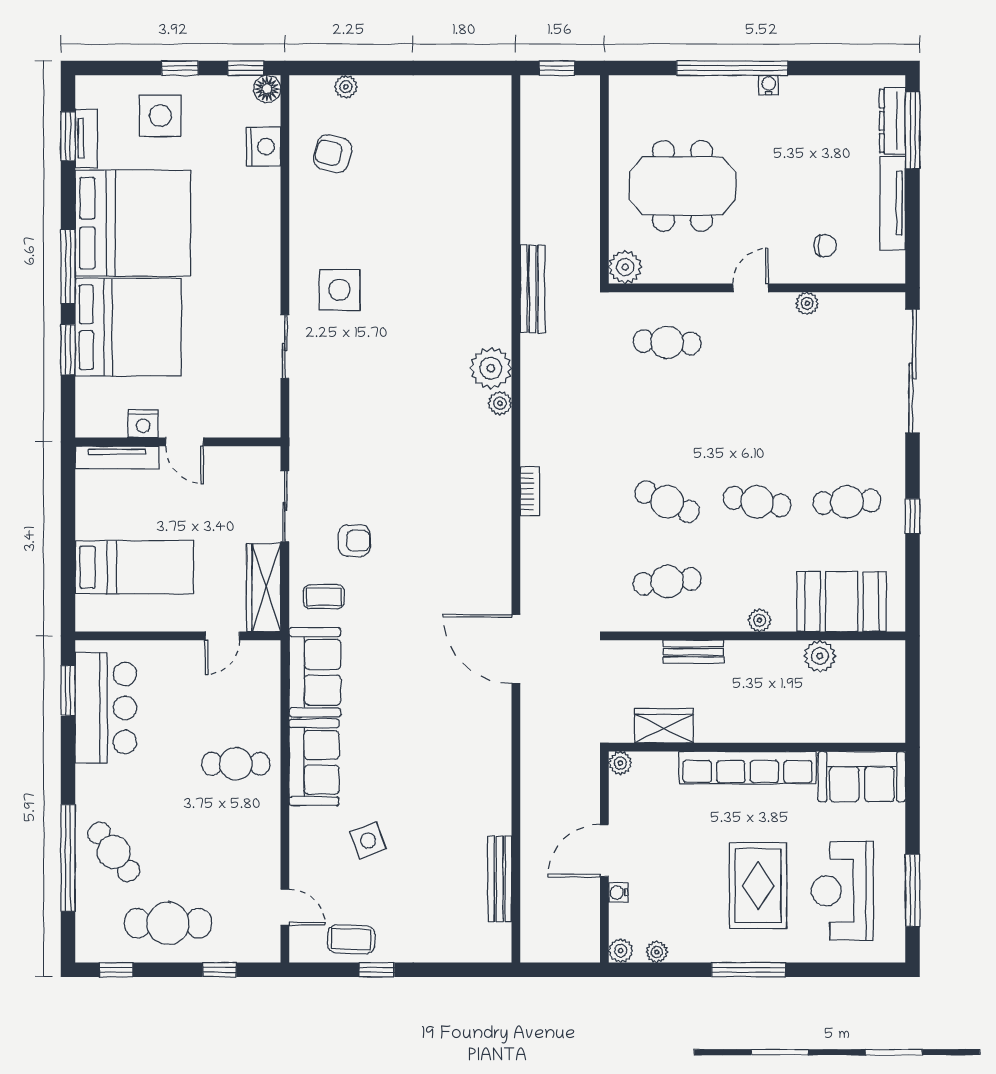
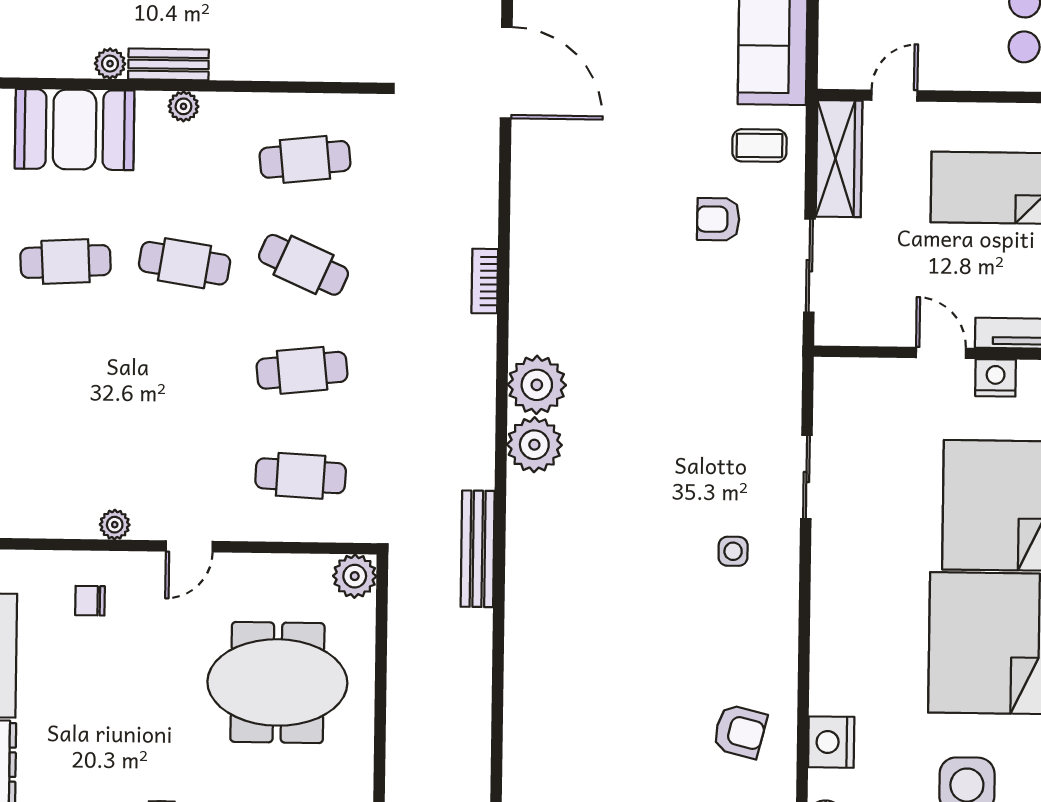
side table: (340, 290) -> (733, 551), width x0.54, depth x0.54
plant: (500, 403) -> (537, 385), width x1.88, depth x1.88
cafe table: (667, 422) -> (302, 370), added
bench: (693, 652) -> (168, 64), moved
plant: (820, 656) -> (110, 64), width x0.73, depth x0.73

